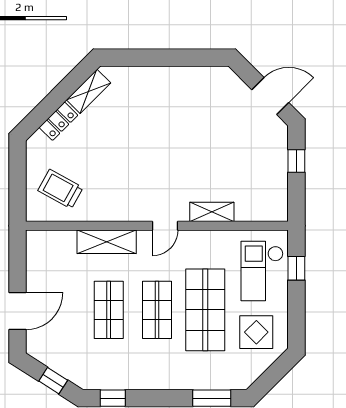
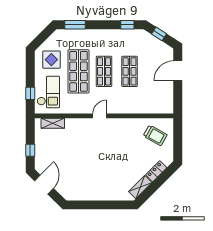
door: (270, 96) -> (44, 185), swing flipped
shelving: (212, 212) -> (53, 123), moved
shelving: (107, 242) -> (131, 107), removed

